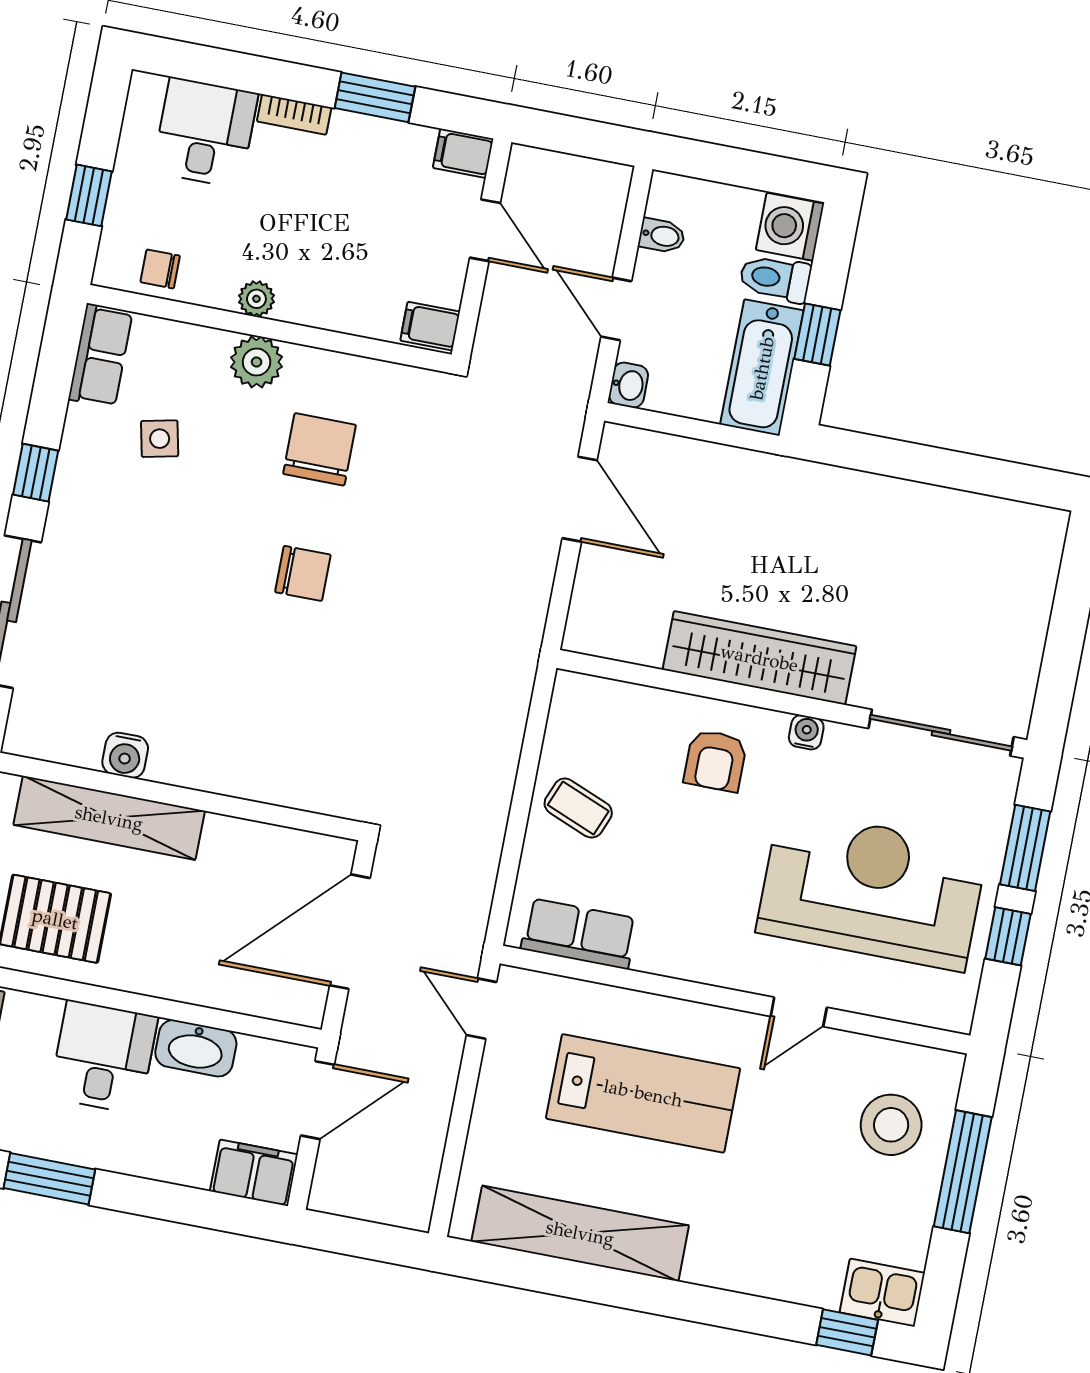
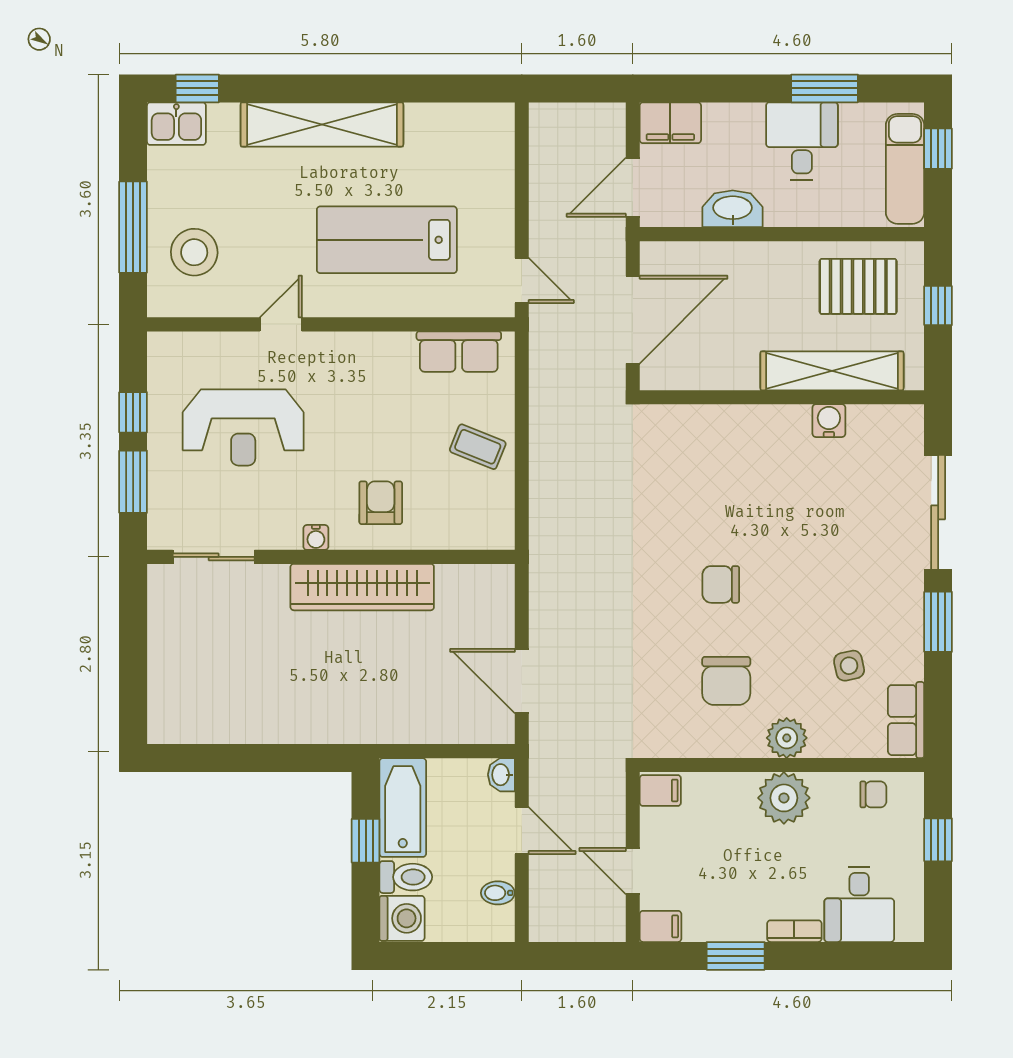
plant: (256, 299) -> (784, 798), width x1.87, depth x1.87
window: (36, 473) -> (938, 622), width x1.50
sliding door: (941, 733) -> (214, 557), width x0.73
reception desk: (872, 890) -> (243, 427), width x0.74, depth x0.77
desk: (103, 1057) -> (802, 141), moved, turned 180
shelving: (580, 1233) -> (322, 124), moved

